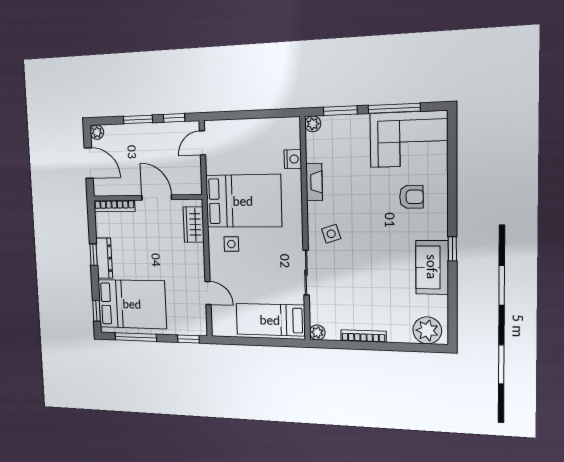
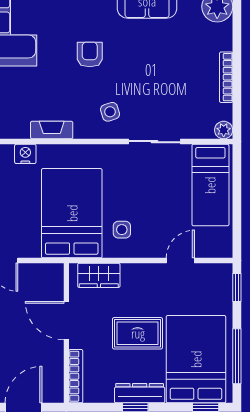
door: (157, 197) -> (66, 321), hinge flipped
armchair: (411, 197) -> (90, 54), moved
rug: (150, 257) -> (138, 333), added

